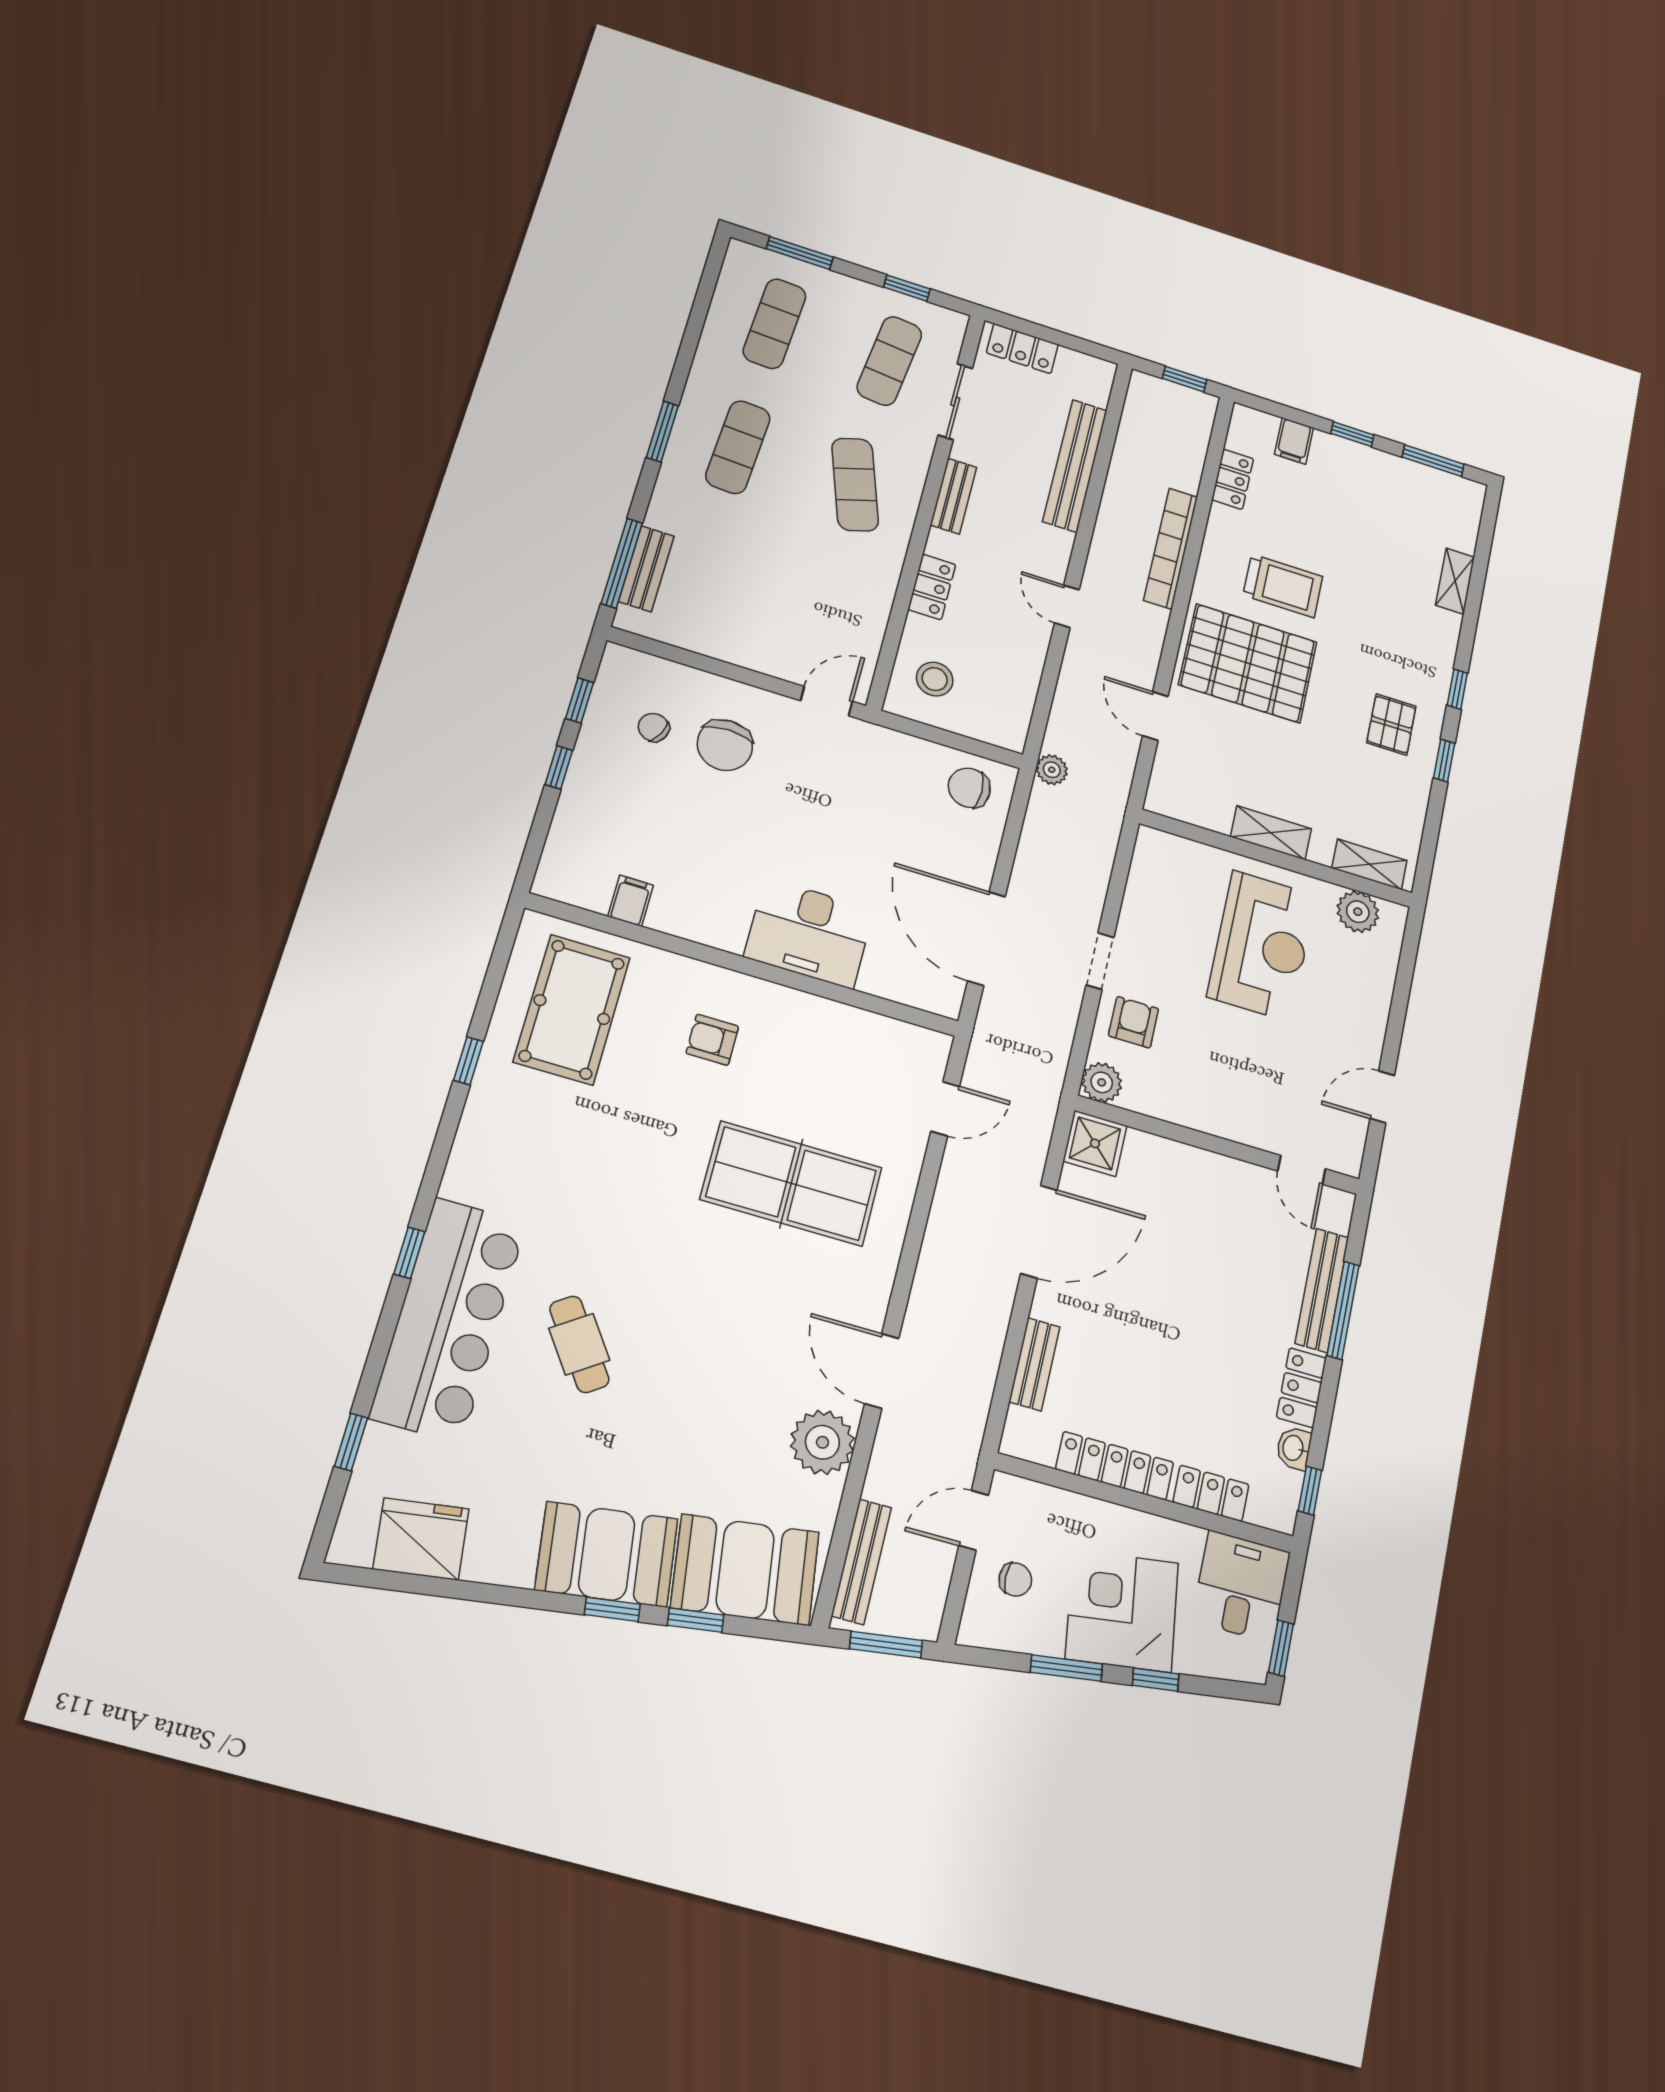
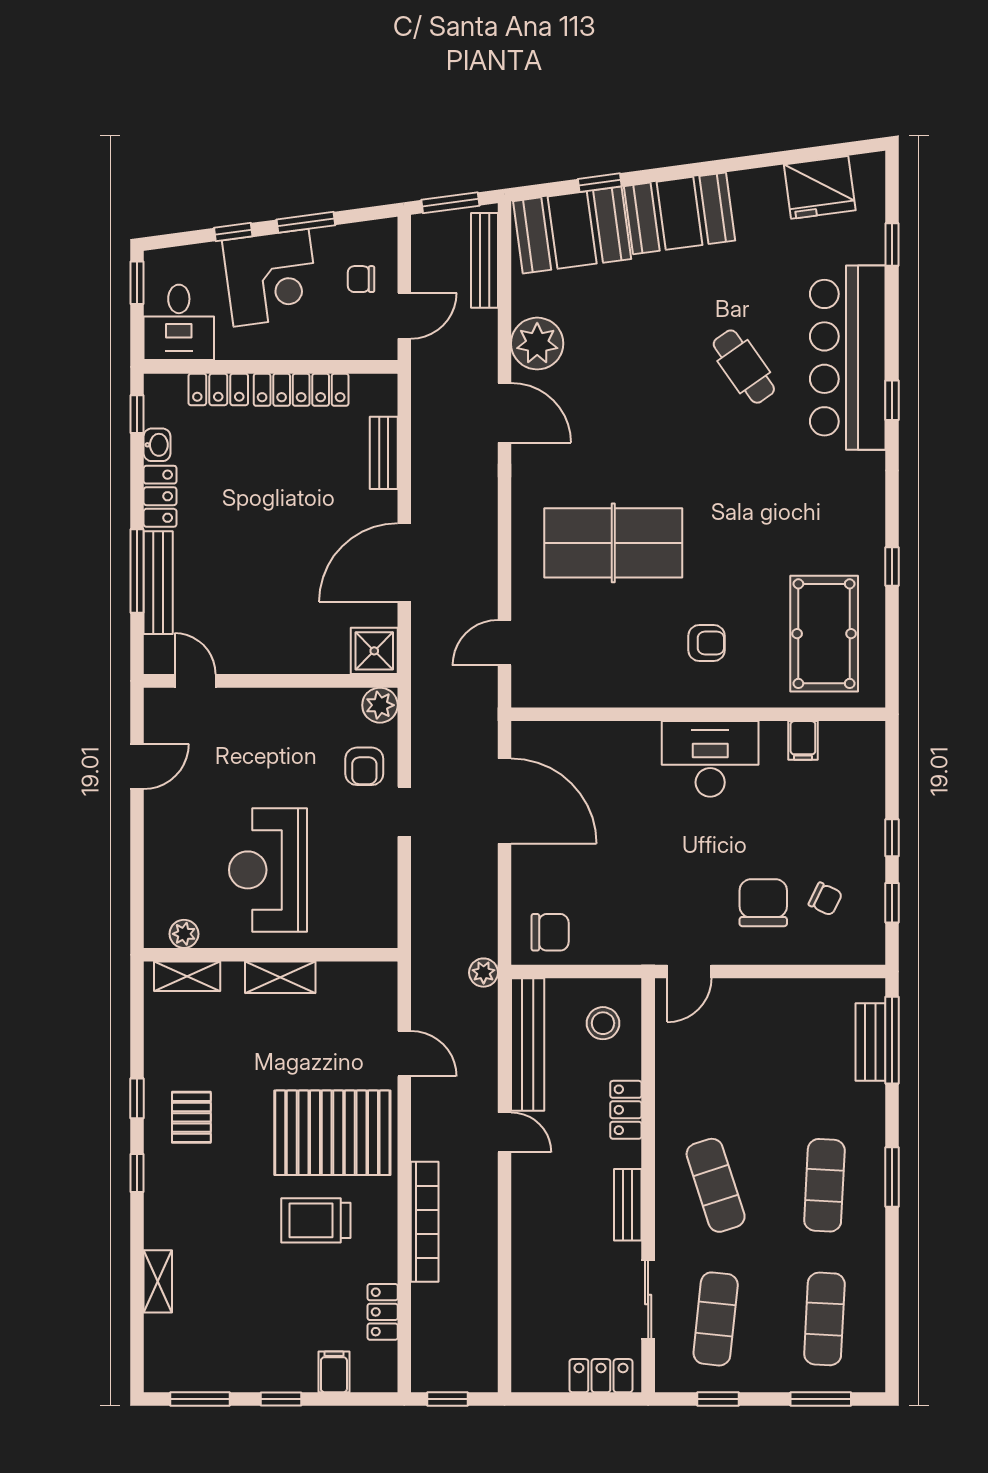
bench: (1075, 466) -> (528, 1045), moved
plant: (1358, 912) -> (184, 934), width x0.73, depth x0.73
desk: (809, 933) -> (710, 759), moved
window: (612, 1609) -> (664, 174), removed

